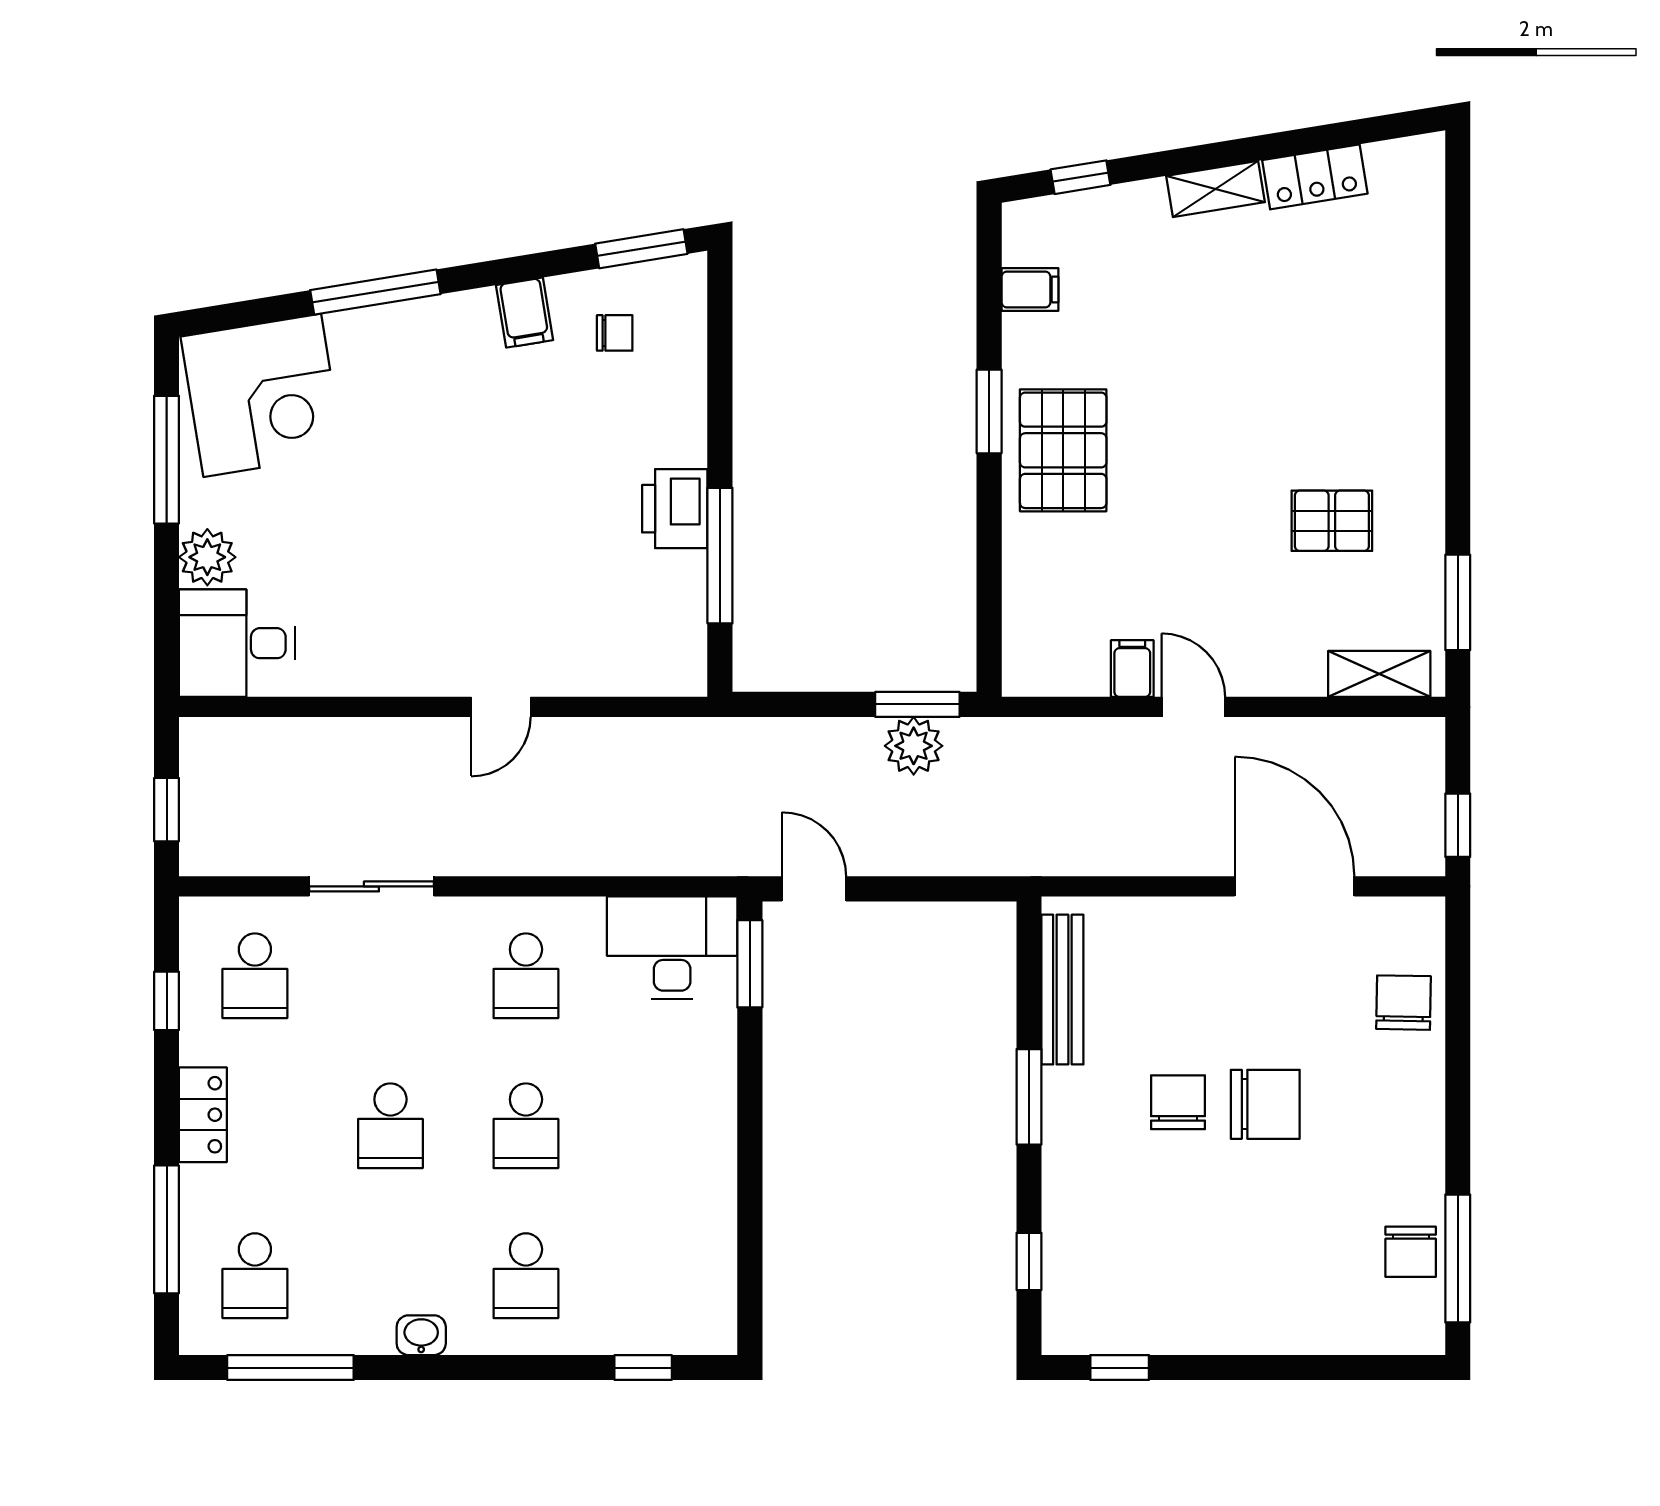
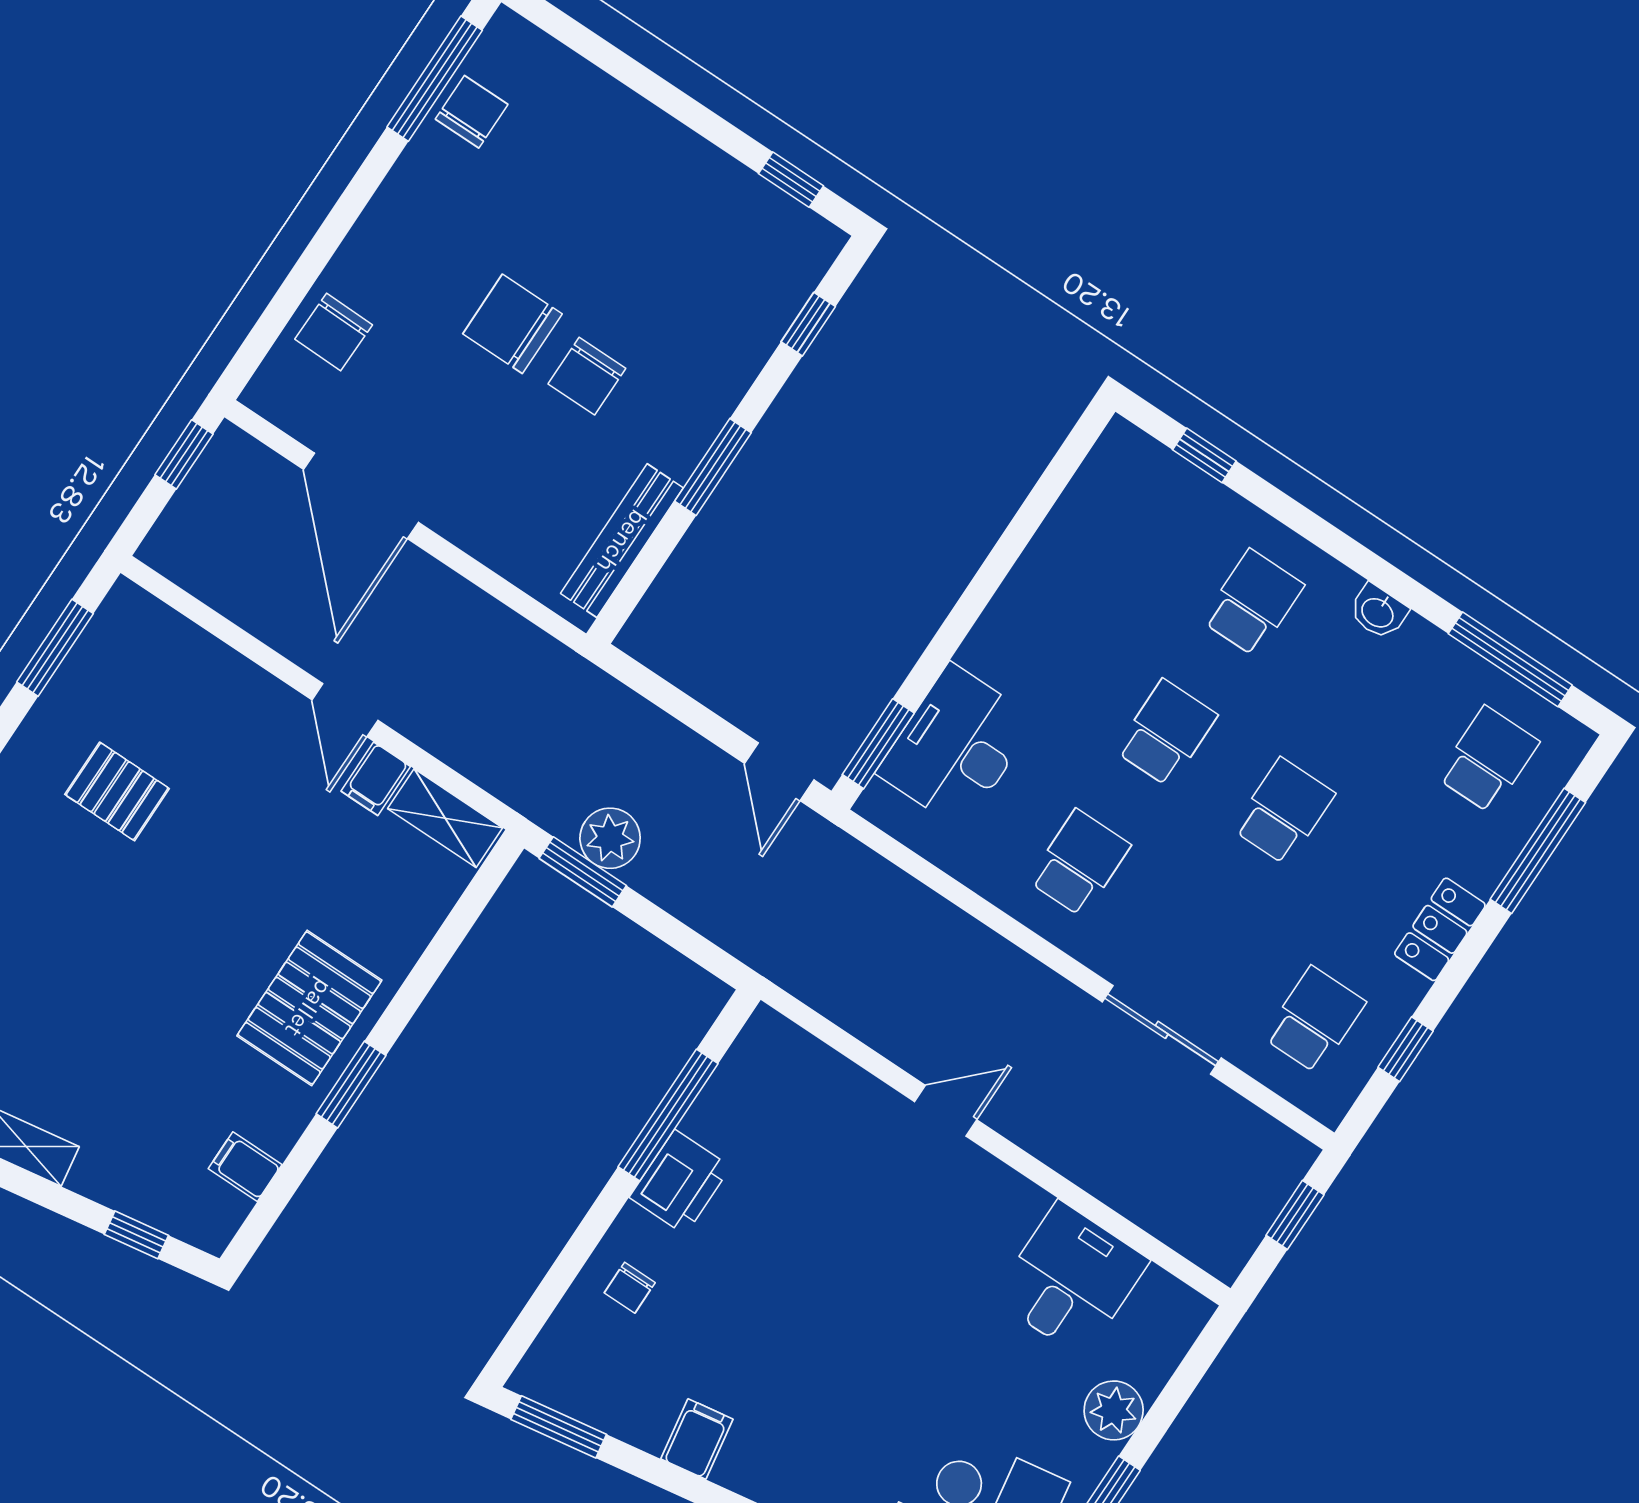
chair: (615, 333) -> (630, 1288), moved, turned -90
desk: (237, 643) -> (1071, 1279), moved, turned -90
shelving: (1379, 674) -> (445, 818), moved
desk: (672, 948) -> (956, 746), moved, turned 90

